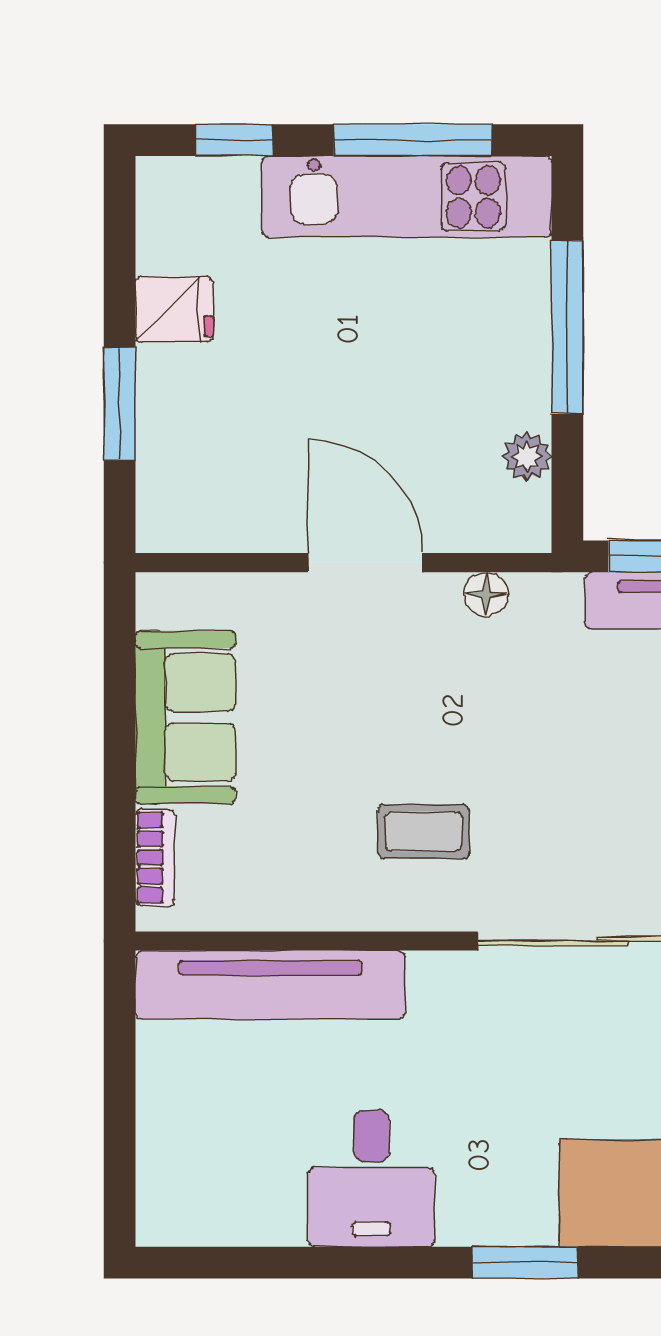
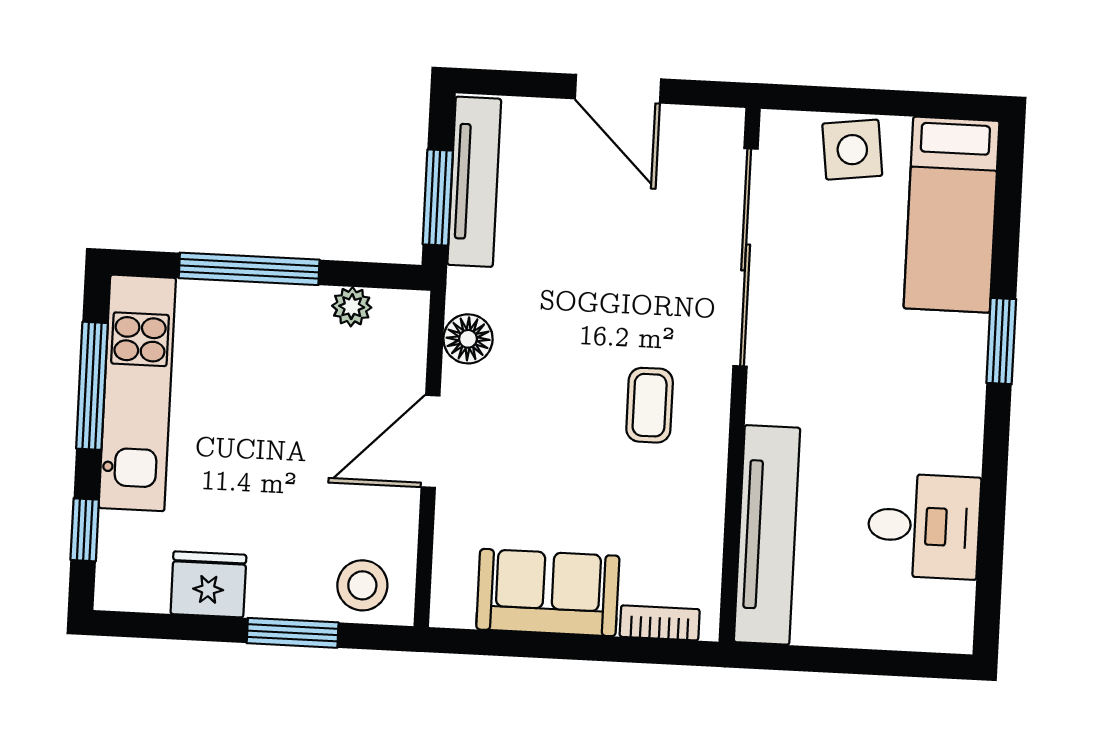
fridge: (174, 309) -> (208, 584), width x1.38
stool: (183, 487) -> (362, 585), added
floor lamp: (486, 594) -> (468, 339), width x1.37, depth x1.37
desk: (371, 1178) -> (924, 526), moved

